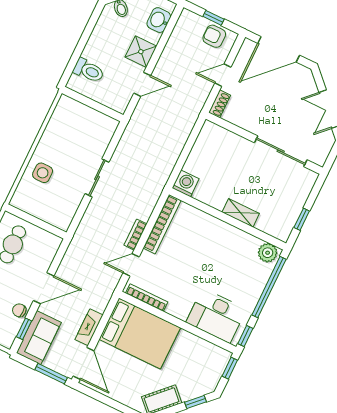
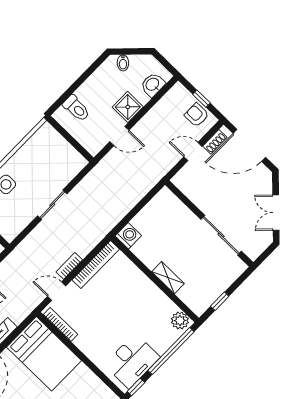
shoe rack: (220, 104) -> (215, 142), moved
desk: (216, 316) -> (132, 361), moved, turned -90

